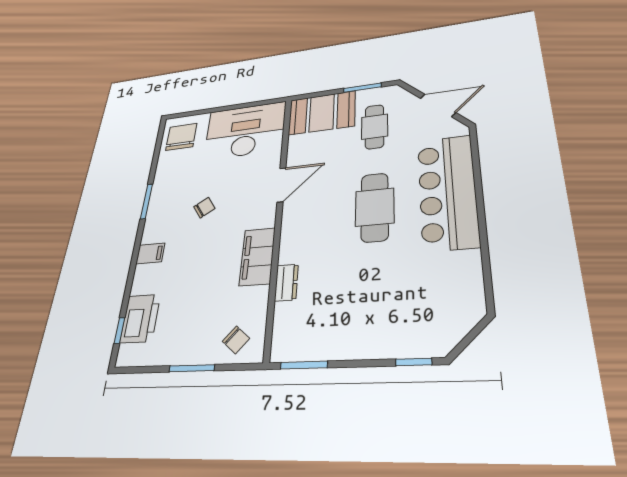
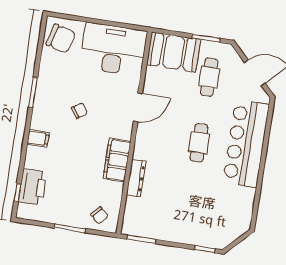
chair: (181, 137) -> (61, 38), turned 105
cafe table: (375, 207) -> (199, 143), width x0.73, depth x0.74
dresser: (286, 283) -> (136, 178), width x1.44

